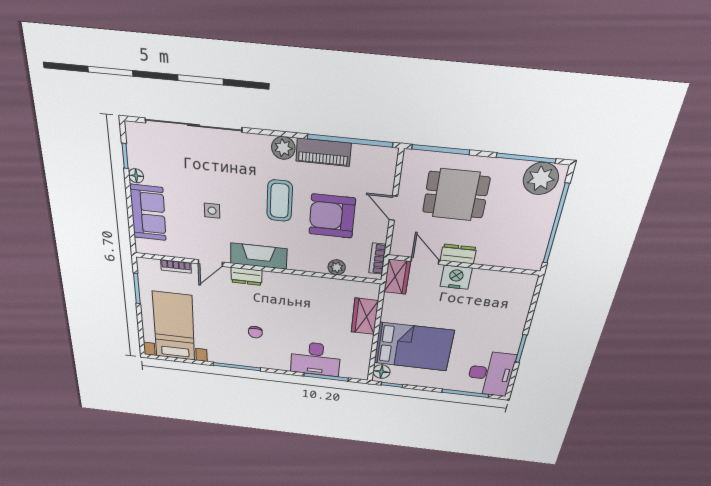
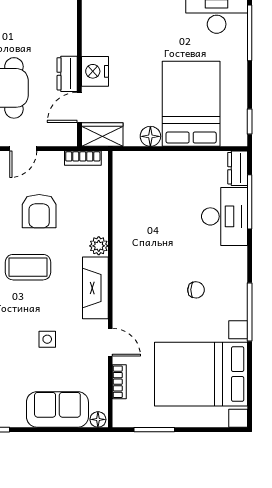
floor lamp: (136, 176) -> (98, 419), moved
armchair: (332, 216) -> (39, 211), width x0.73, depth x0.73
plant: (337, 267) -> (99, 246), moved
dresser: (246, 276) -> (238, 168), moved, turned 180
wardrobe: (365, 316) -> (157, 164), removed
bed with nightstands: (174, 326) -> (201, 374), width x1.36
floor lamp: (381, 372) -> (150, 136), moved

